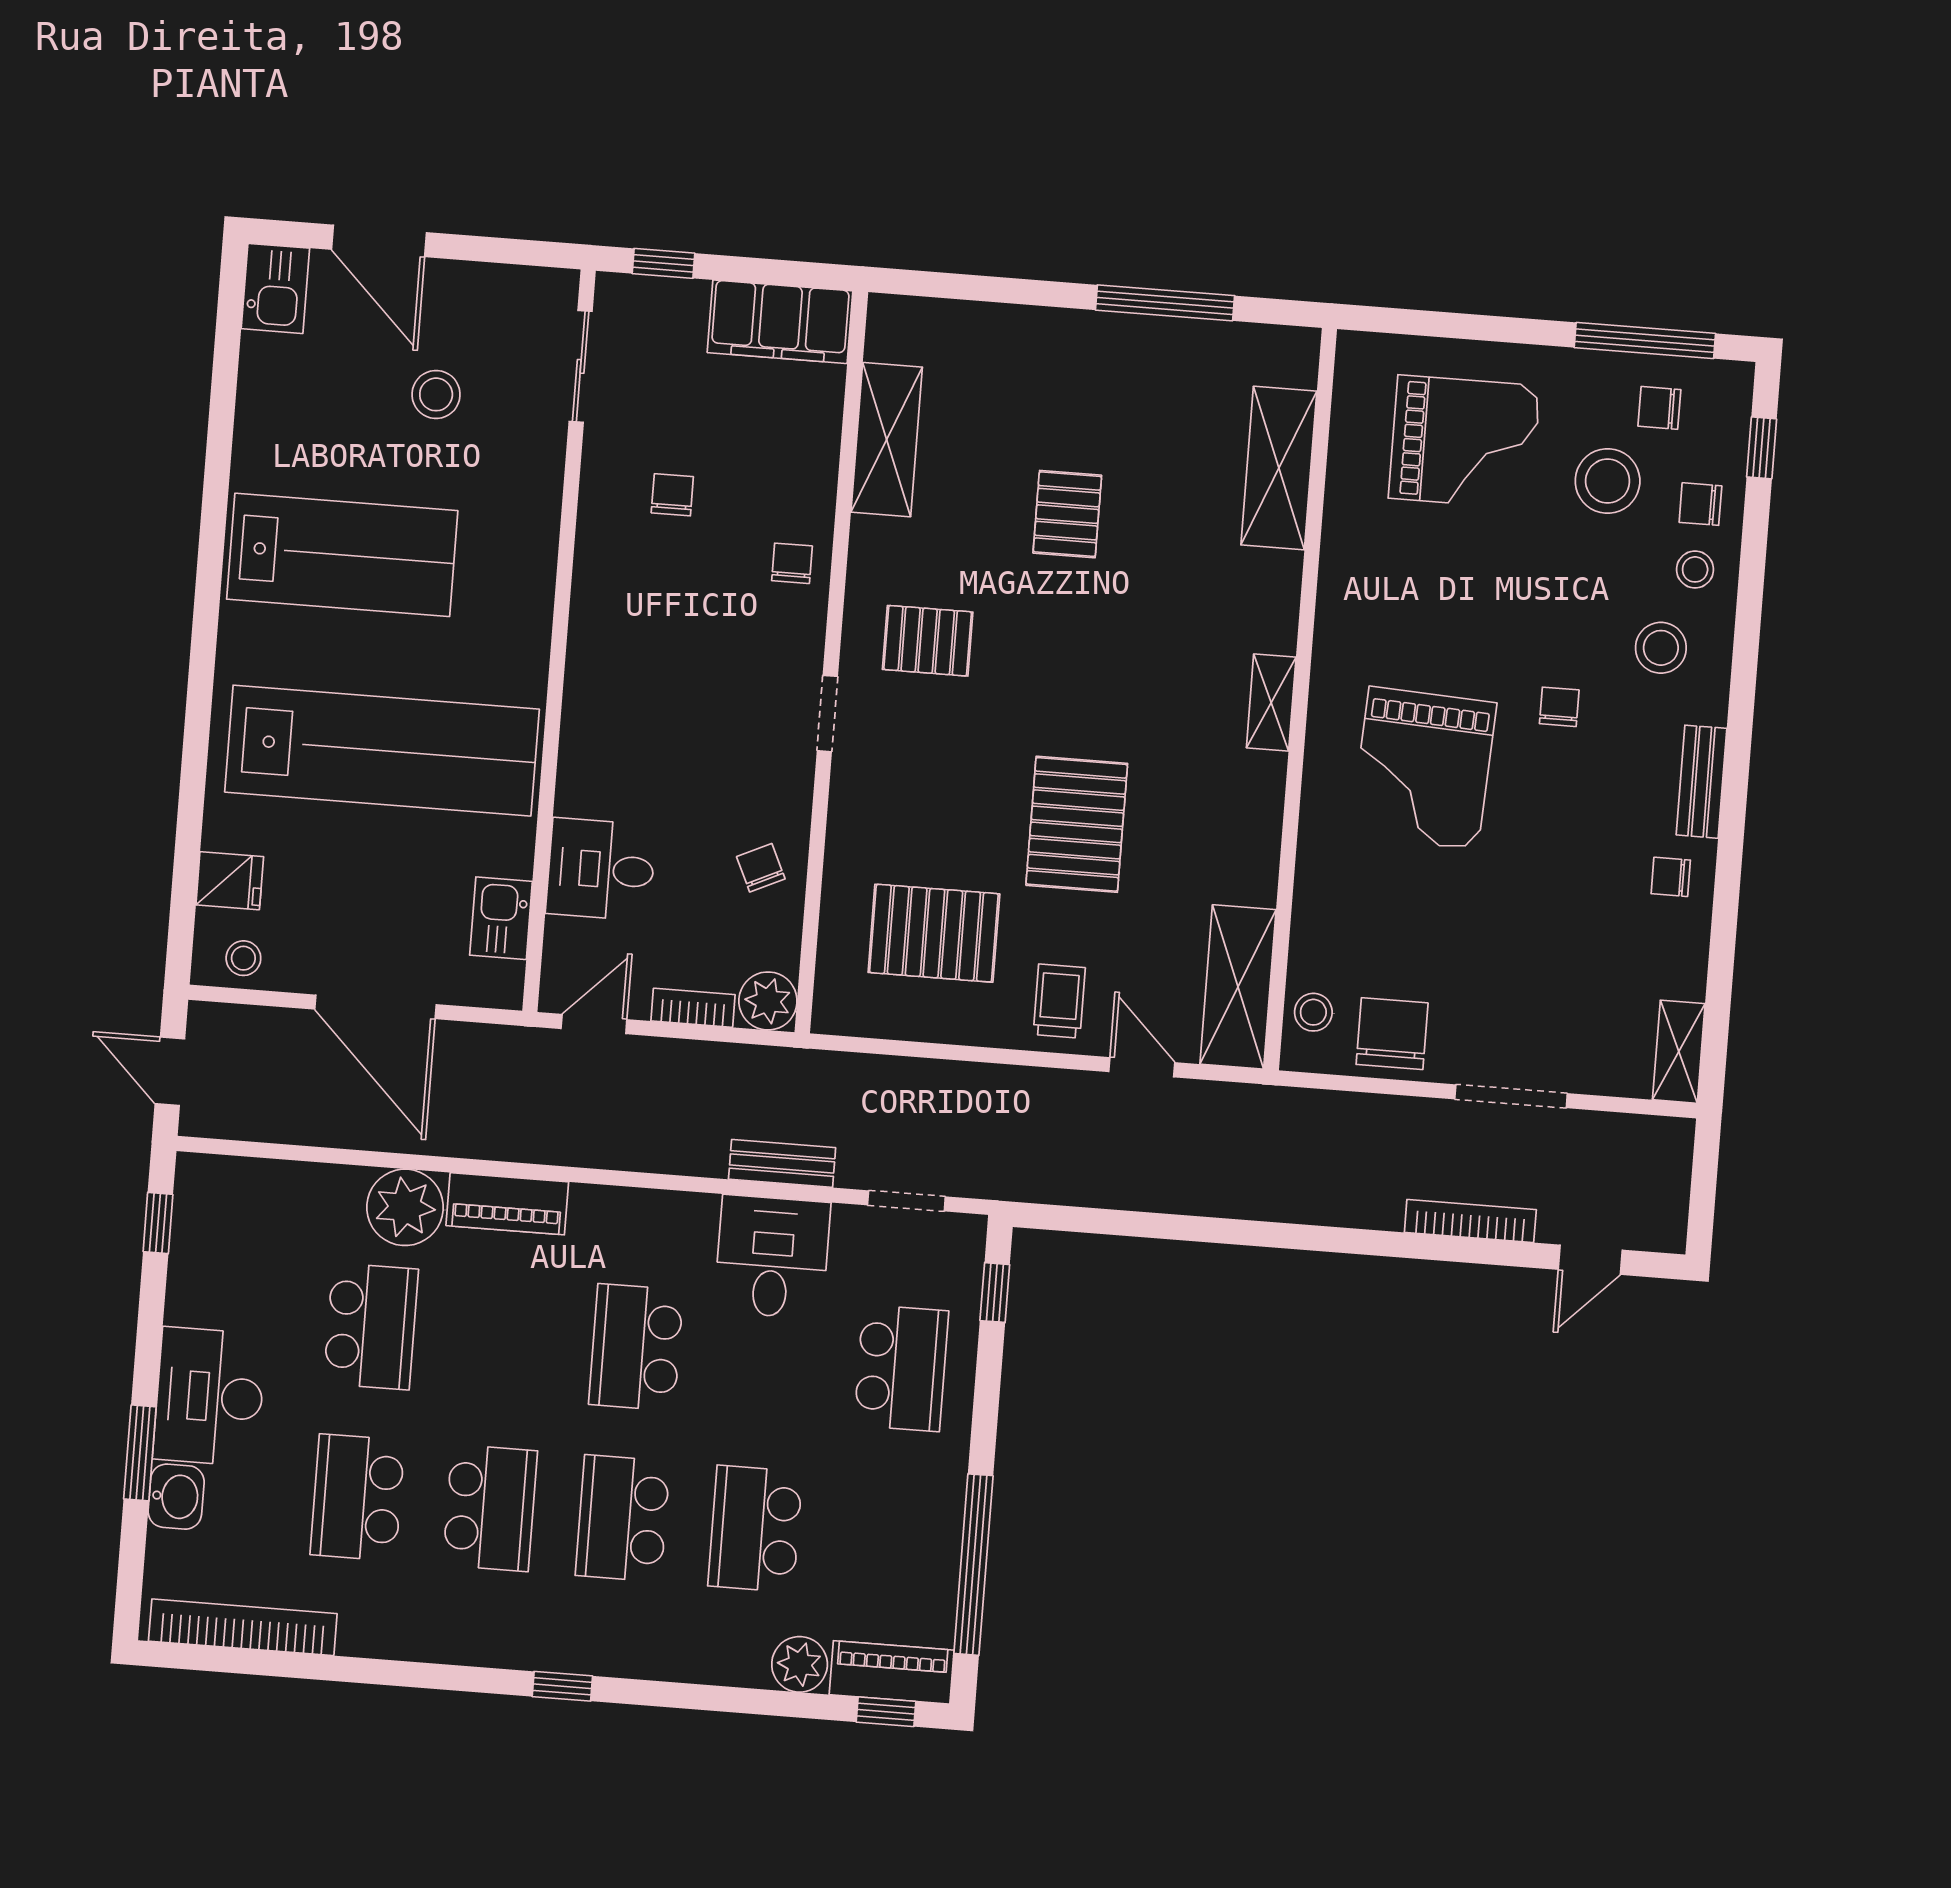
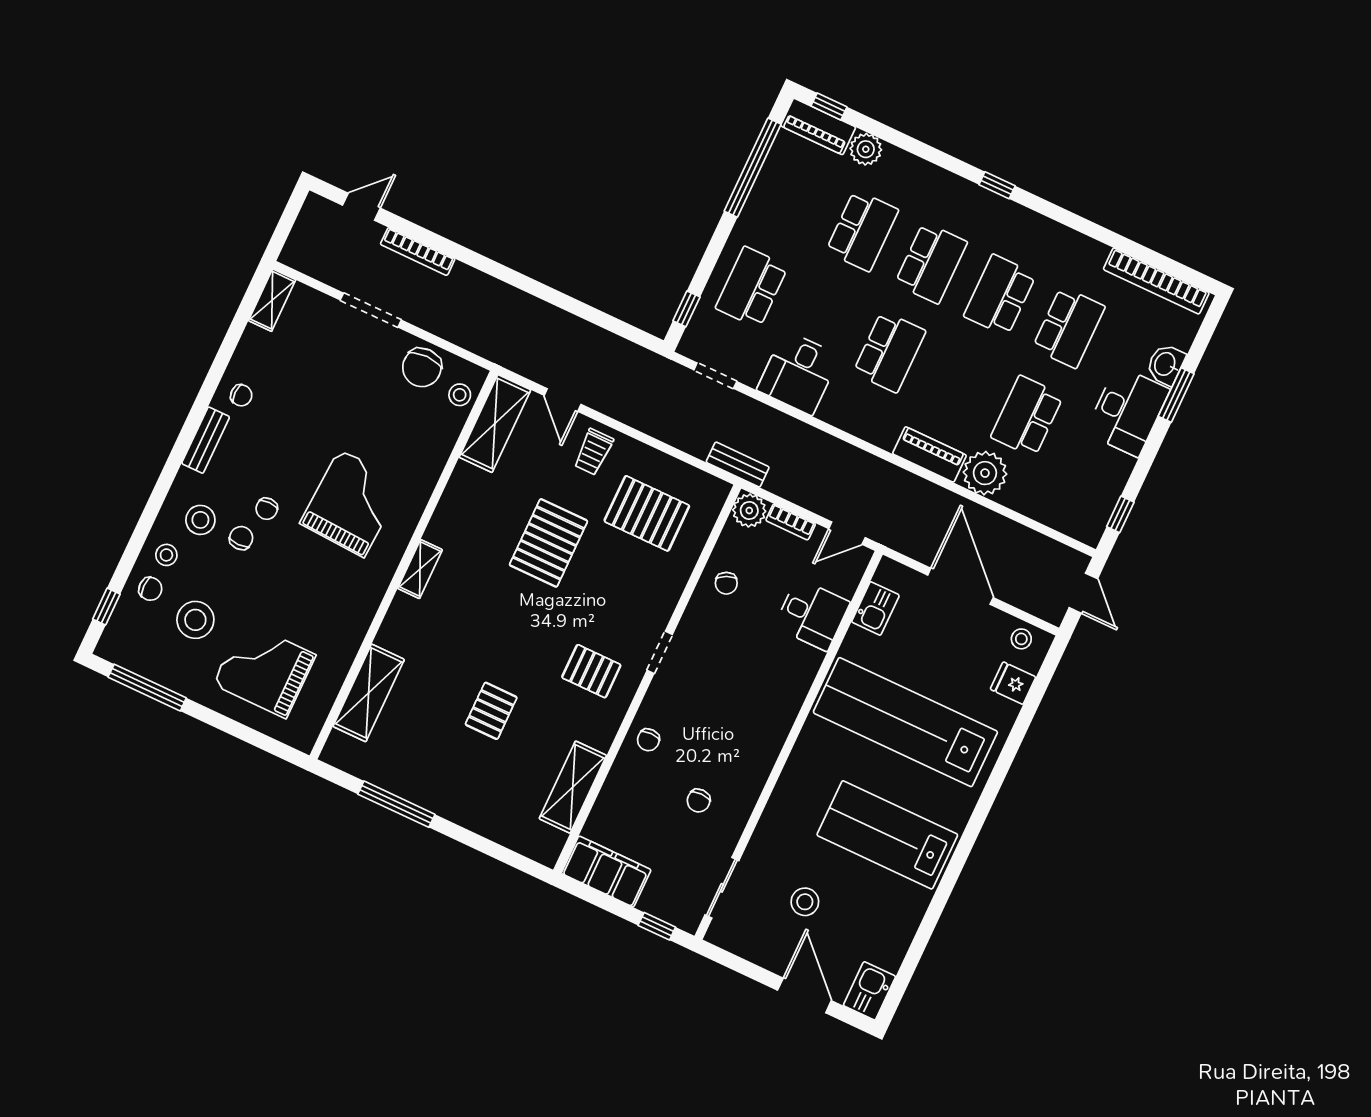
chair: (1659, 408) -> (241, 538), moved, turned -90
bench: (782, 1163) -> (738, 465), moved

